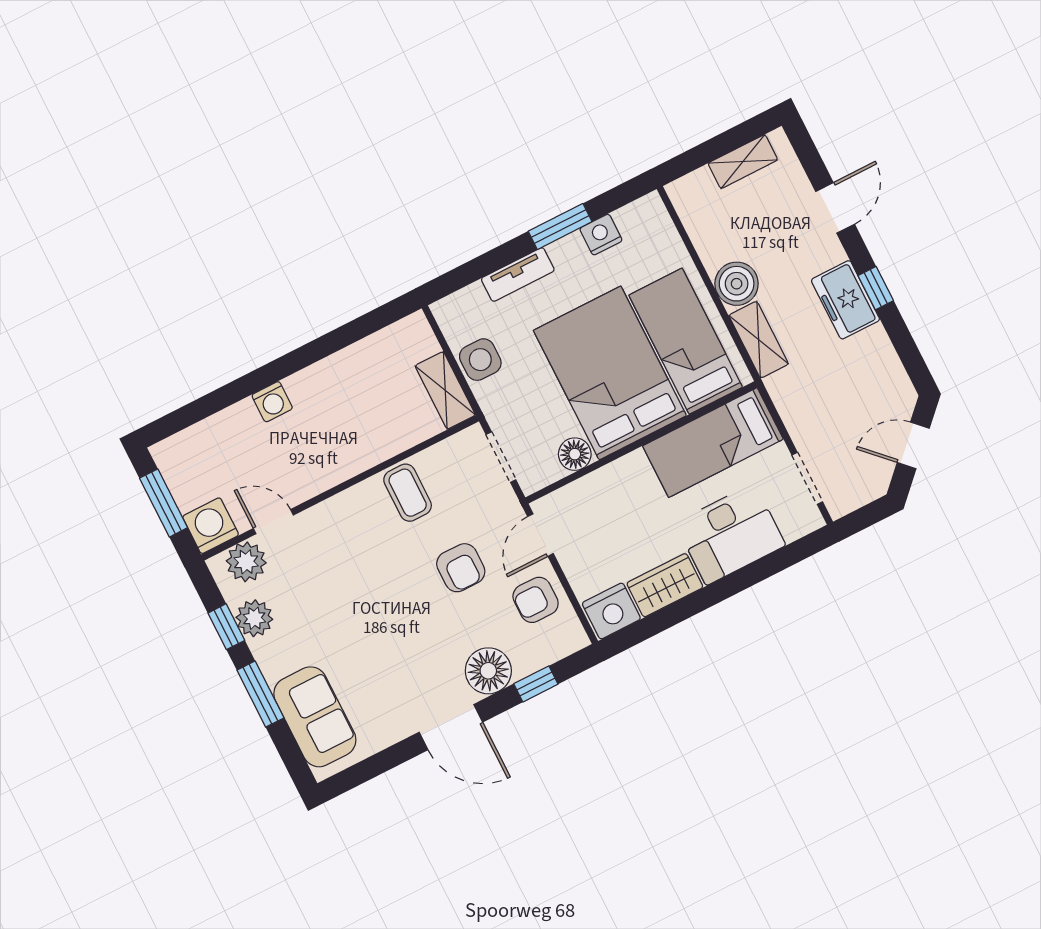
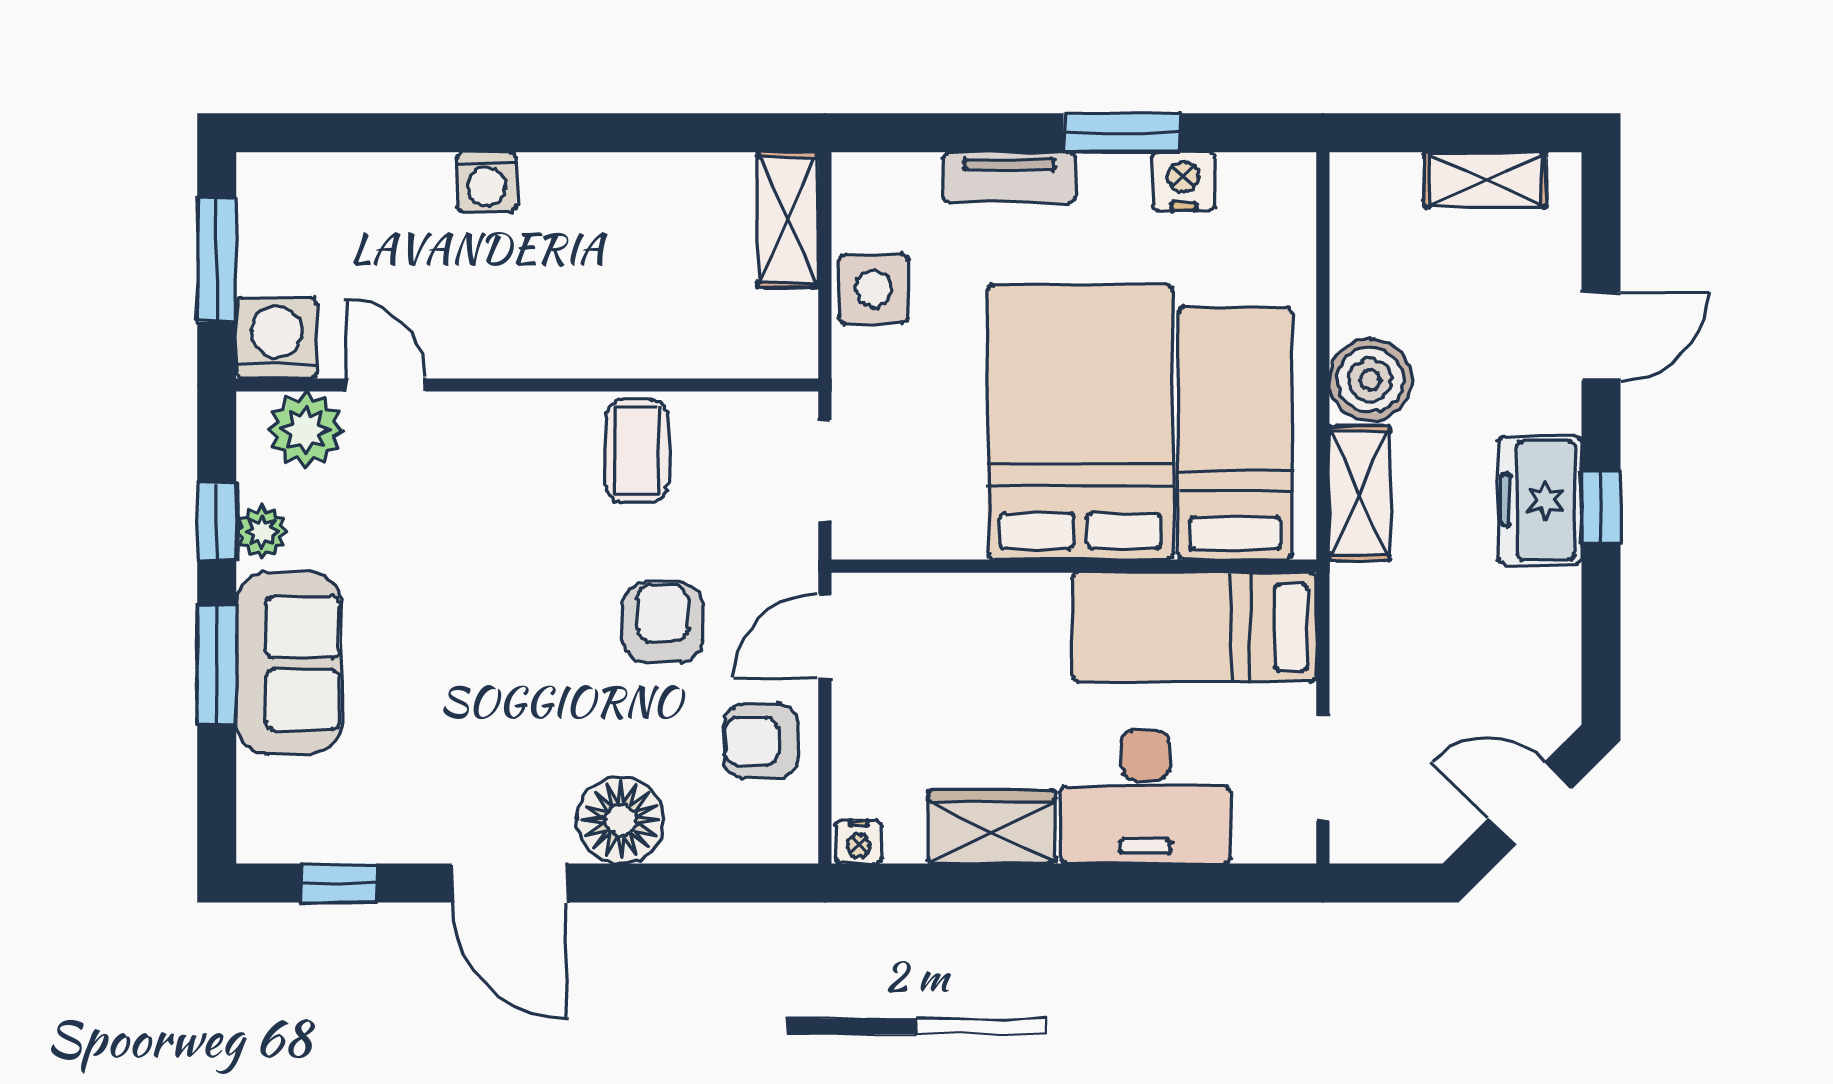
shelving: (445, 390) -> (788, 220), moved
floor lamp: (575, 454) -> (952, 529), removed
armchair: (461, 568) -> (662, 623), turned 180
nightstand: (611, 611) -> (859, 842), width x0.53, depth x0.56
plant: (254, 618) -> (262, 532), width x0.73, depth x0.73
window: (536, 684) -> (339, 883), moved
sofa: (315, 717) -> (289, 663), moved

